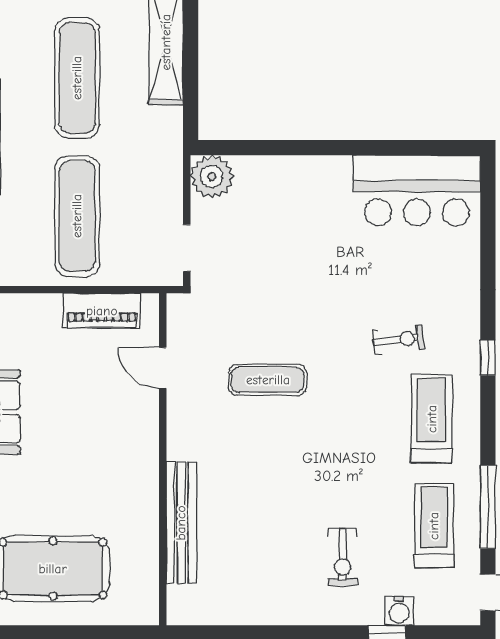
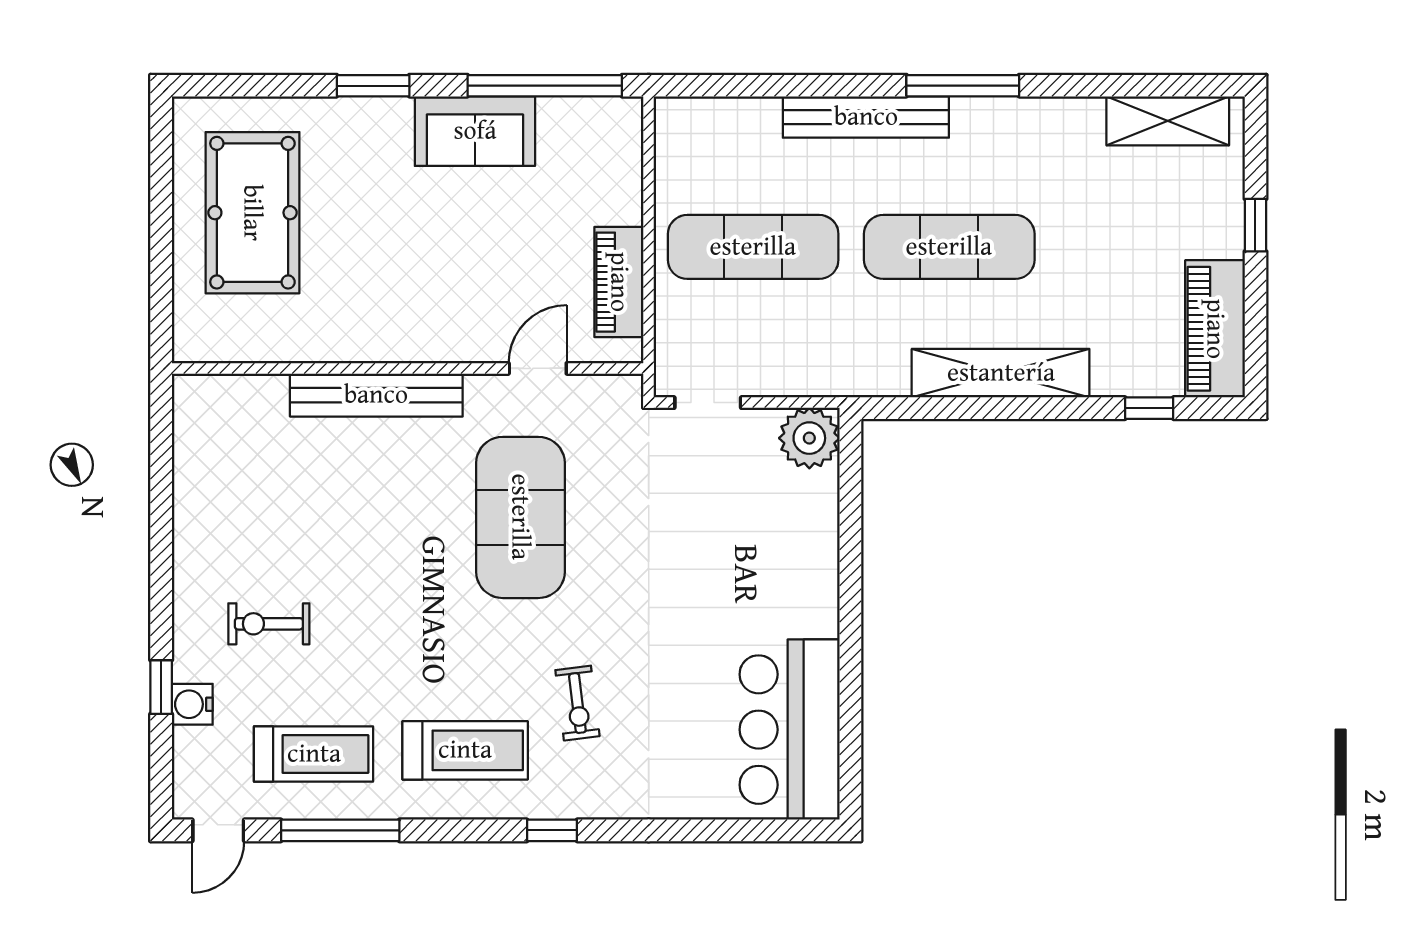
exercise mat: (268, 380) -> (520, 517), width x2.00, depth x1.45
bench: (181, 523) -> (376, 395), moved

